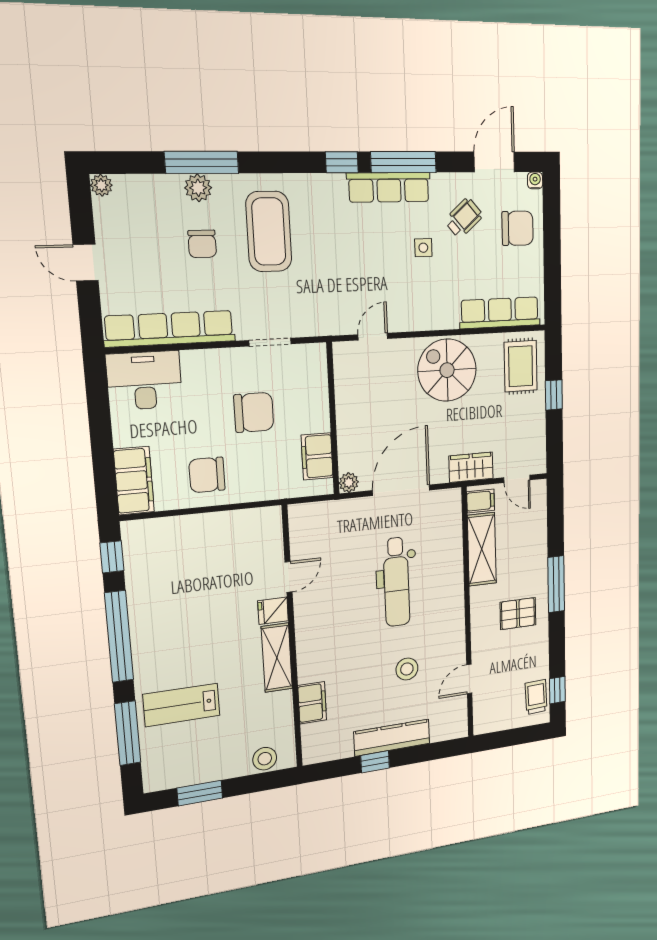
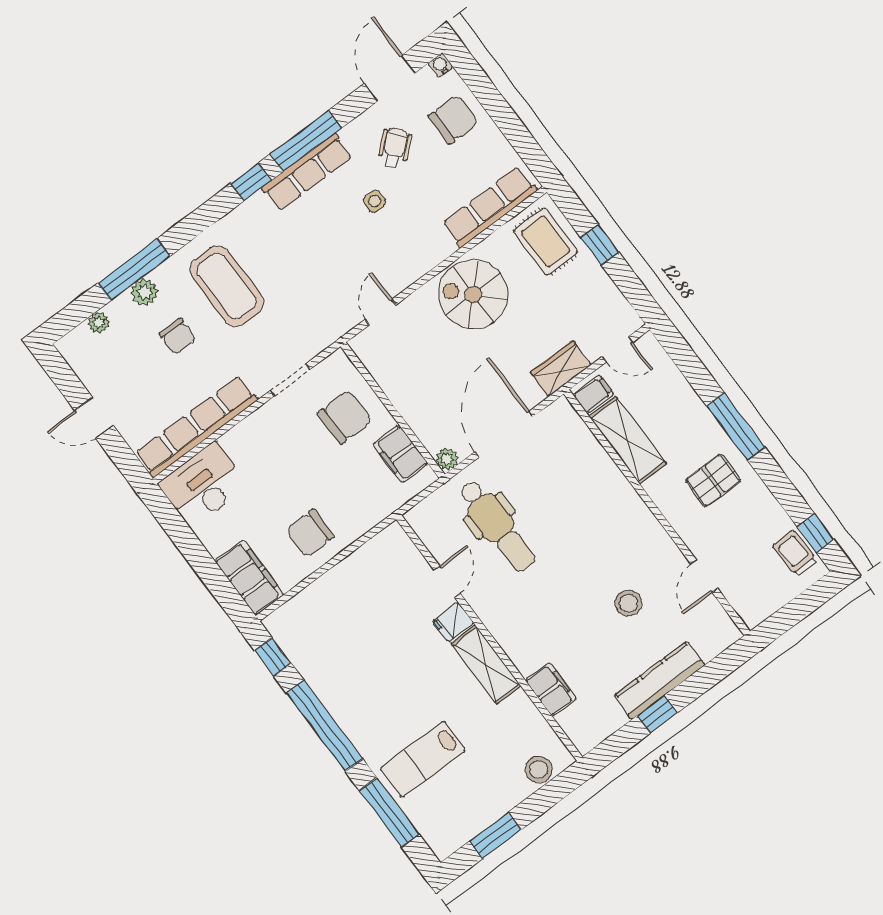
plant: (101, 185) -> (99, 323), moved
chair: (254, 412) -> (345, 417), moved
dental chair: (397, 582) -> (497, 526), moved

